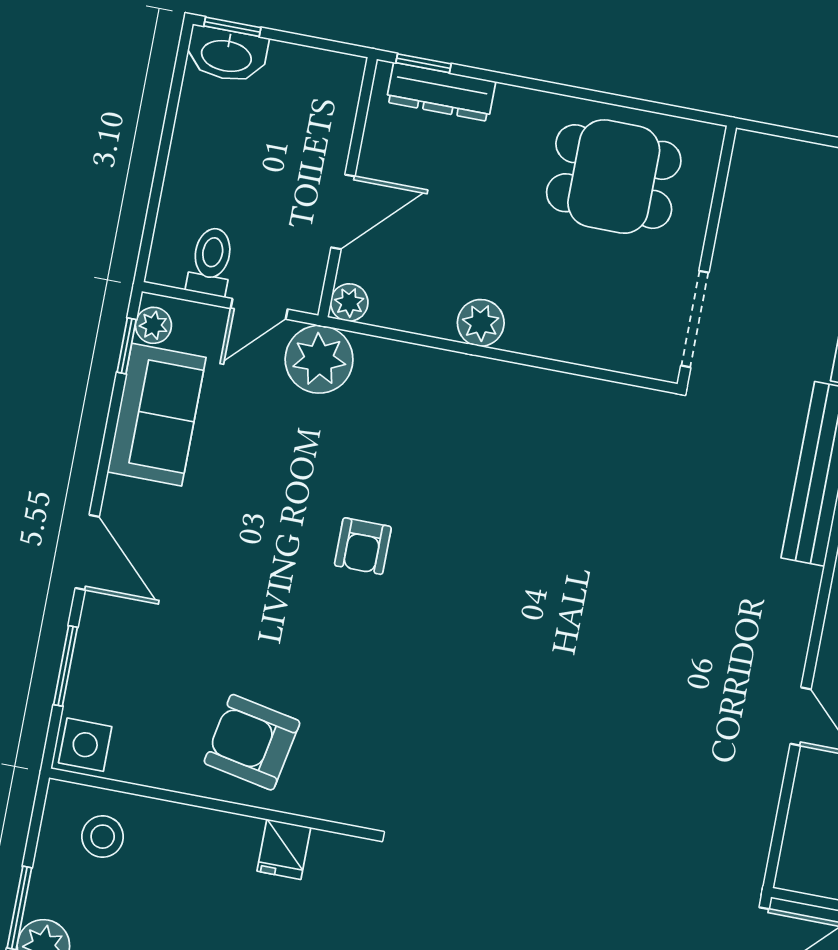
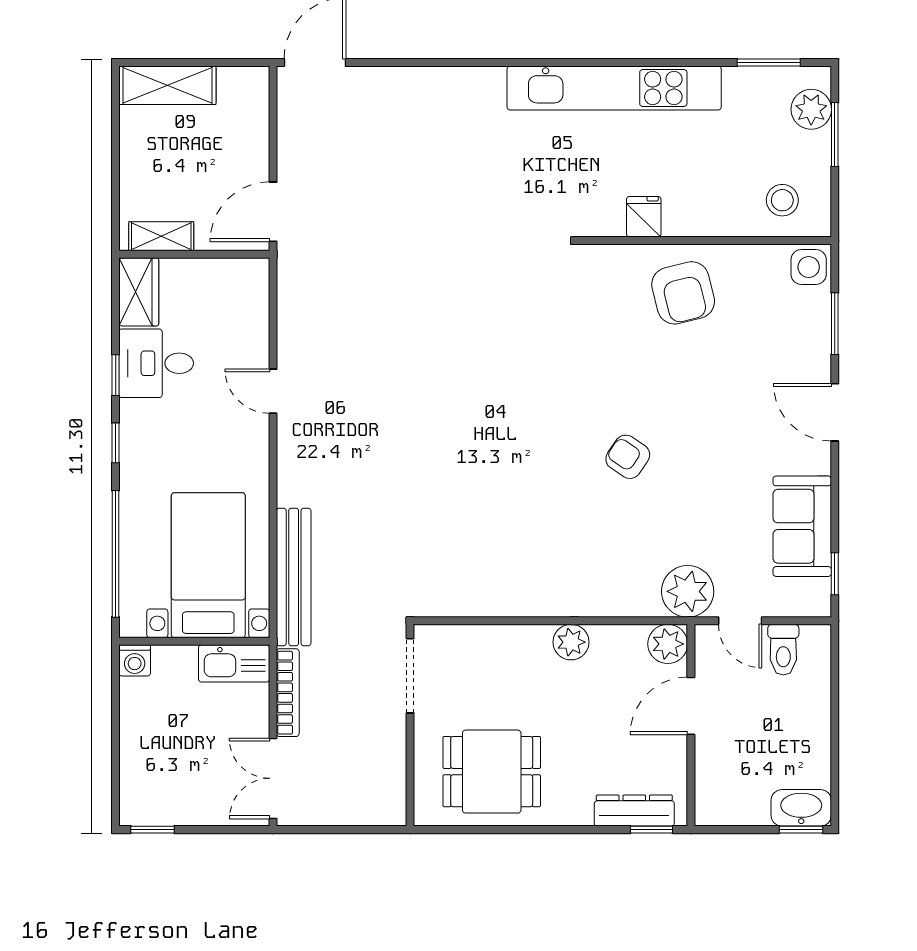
plant: (349, 302) -> (668, 644), width x1.38, depth x1.38
door: (259, 309) -> (740, 621), swing flipped
plant: (153, 325) -> (817, 593), removed
armchair: (363, 546) -> (628, 457), turned -56
armchair: (252, 742) -> (683, 293), turned 65

